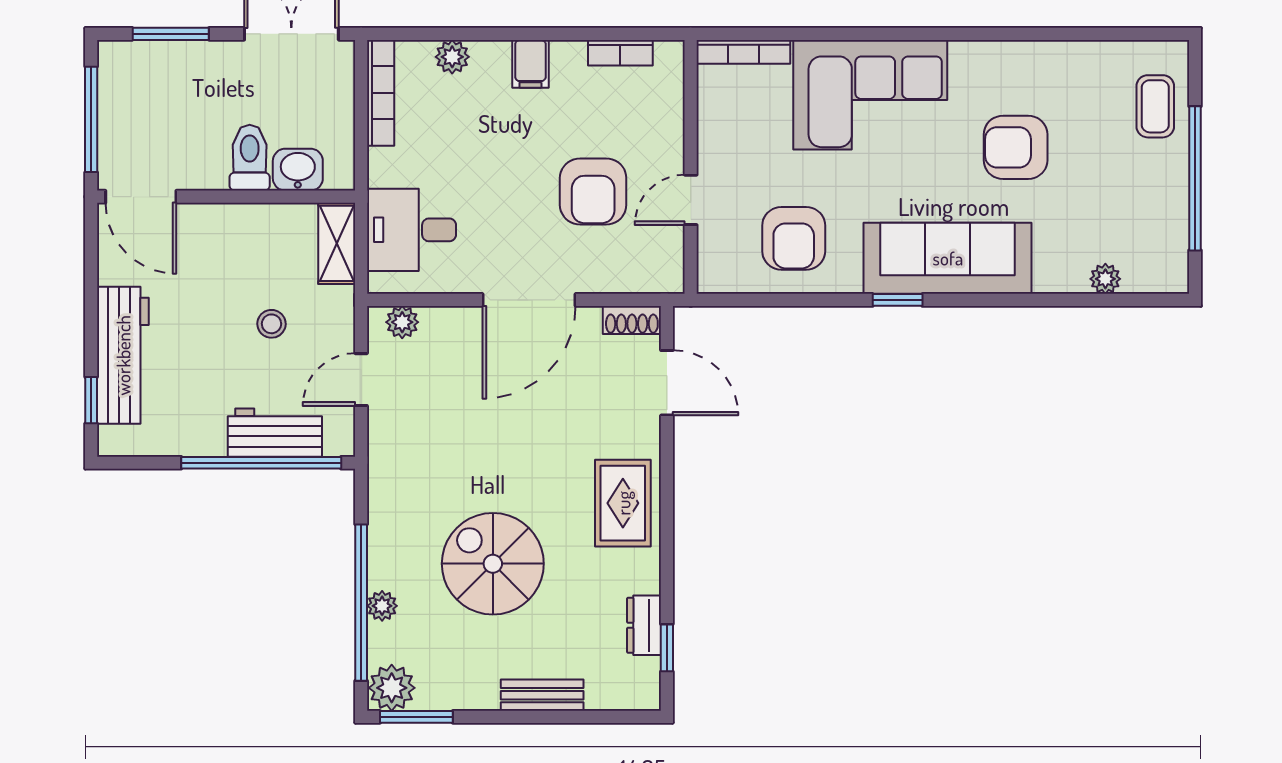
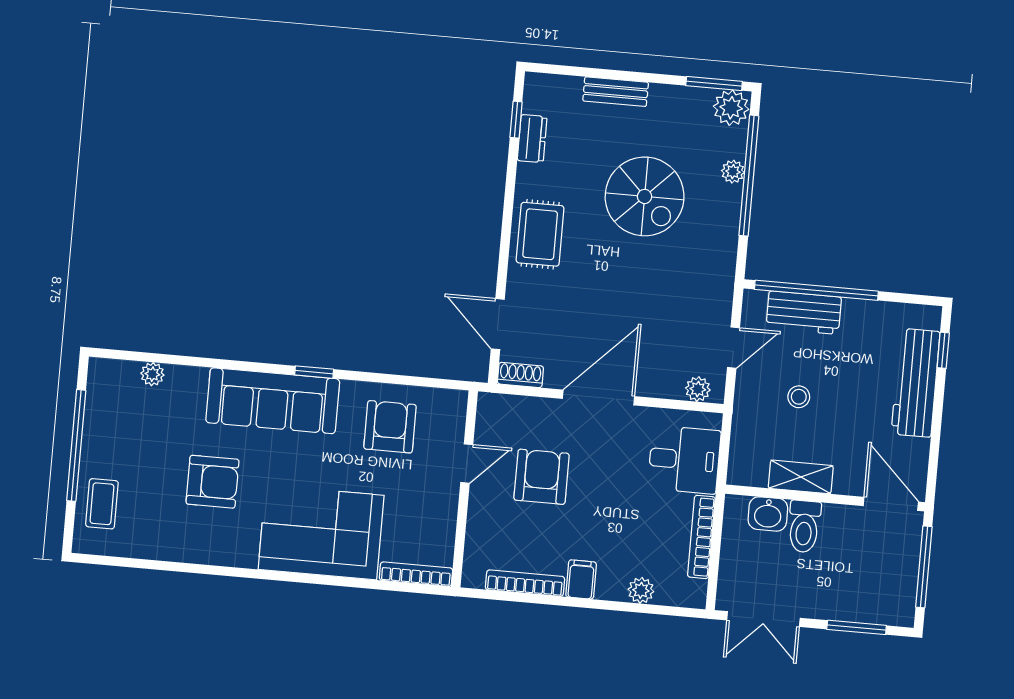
bookcase: (620, 53) -> (525, 583), width x1.56
bookcase: (381, 93) -> (701, 537), moved
shelving: (337, 243) -> (801, 477), moved, turned 90

